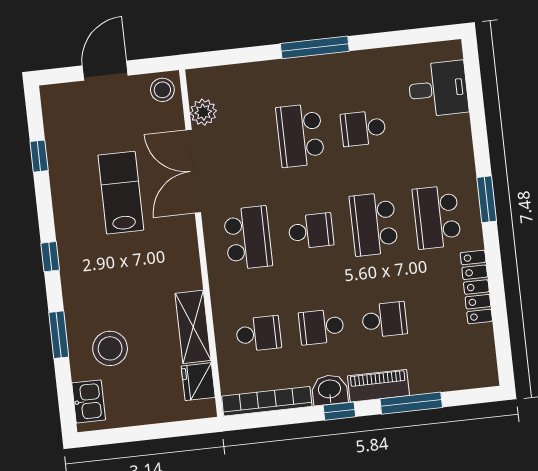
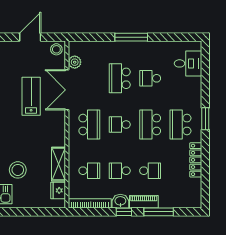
school desk: (311, 231) -> (120, 125), turned 180

